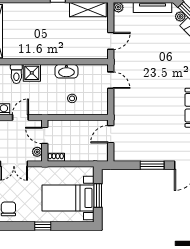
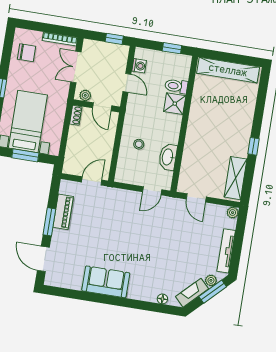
washbasin: (66, 71) -> (168, 157), moved
door: (111, 134) -> (92, 181), hinge flipped
door: (45, 135) -> (102, 107), swing flipped
piano: (142, 155) -> (63, 212), added

